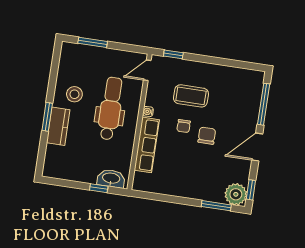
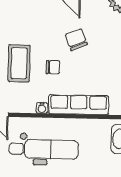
dental chair: (111, 108) -> (44, 149), turned 180
chair: (207, 136) -> (76, 40), moved, turned 67

